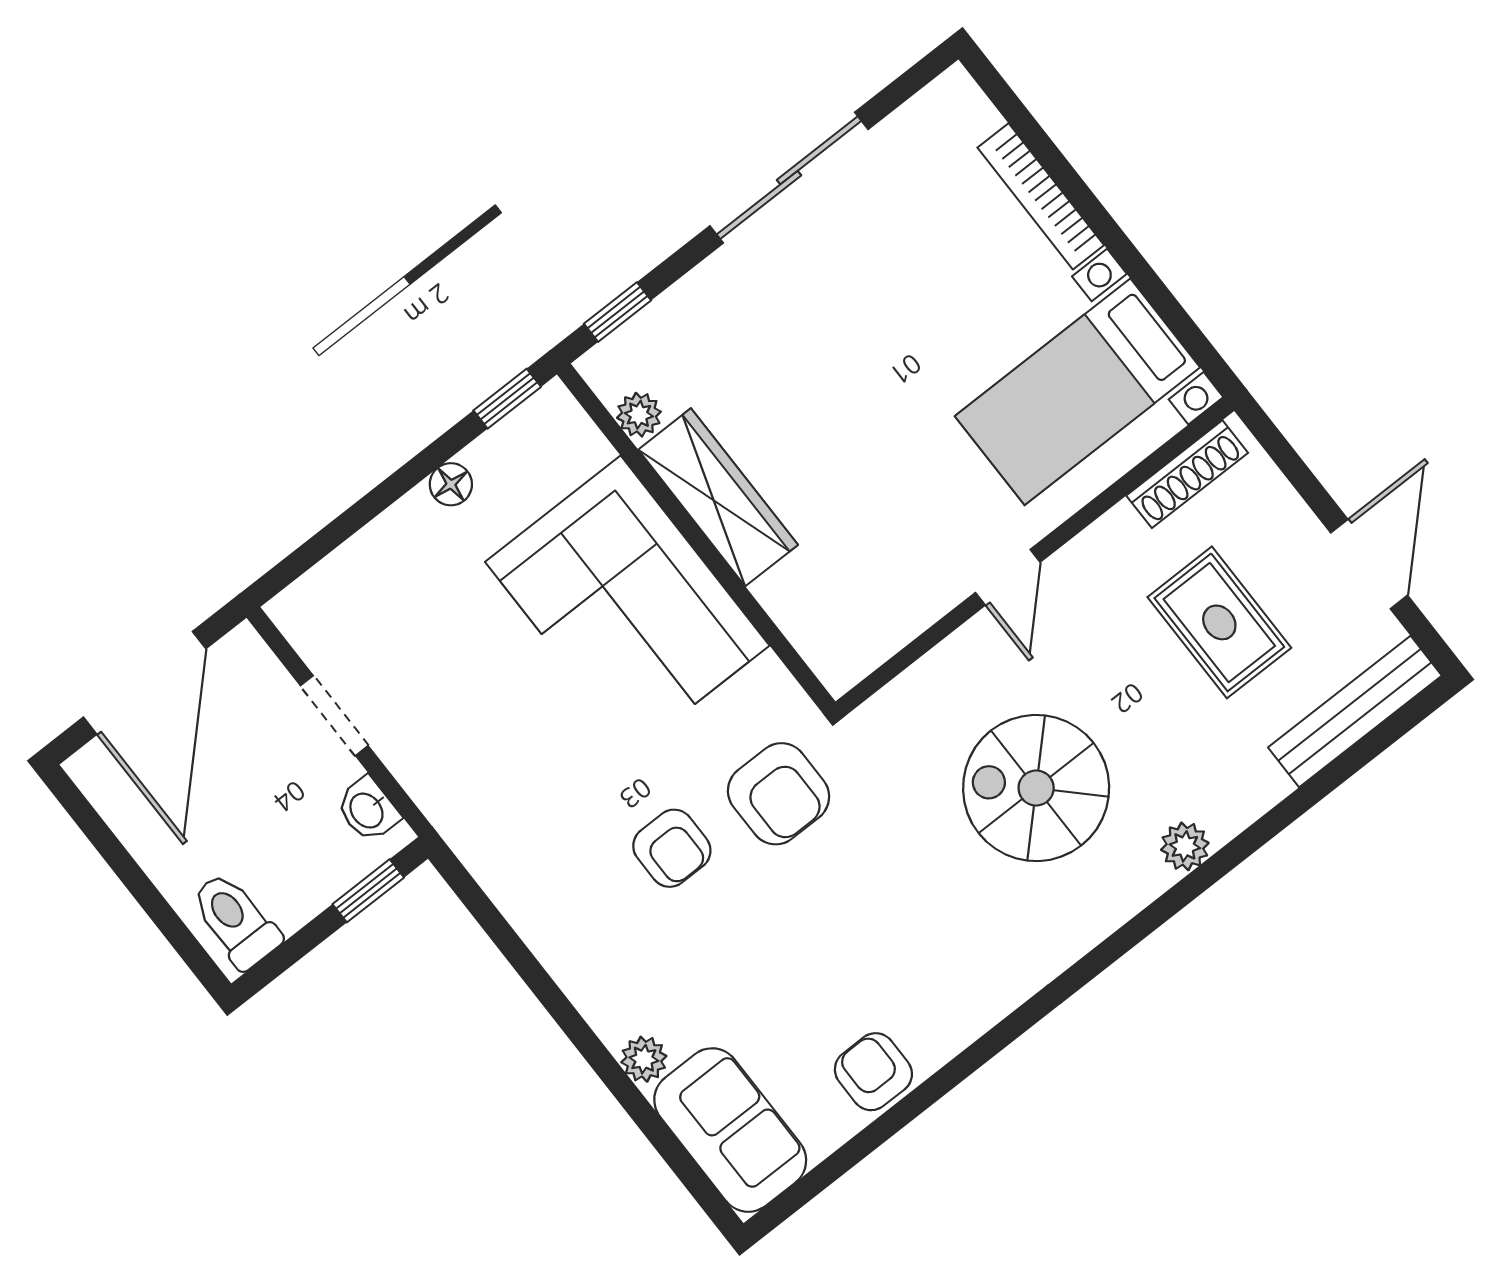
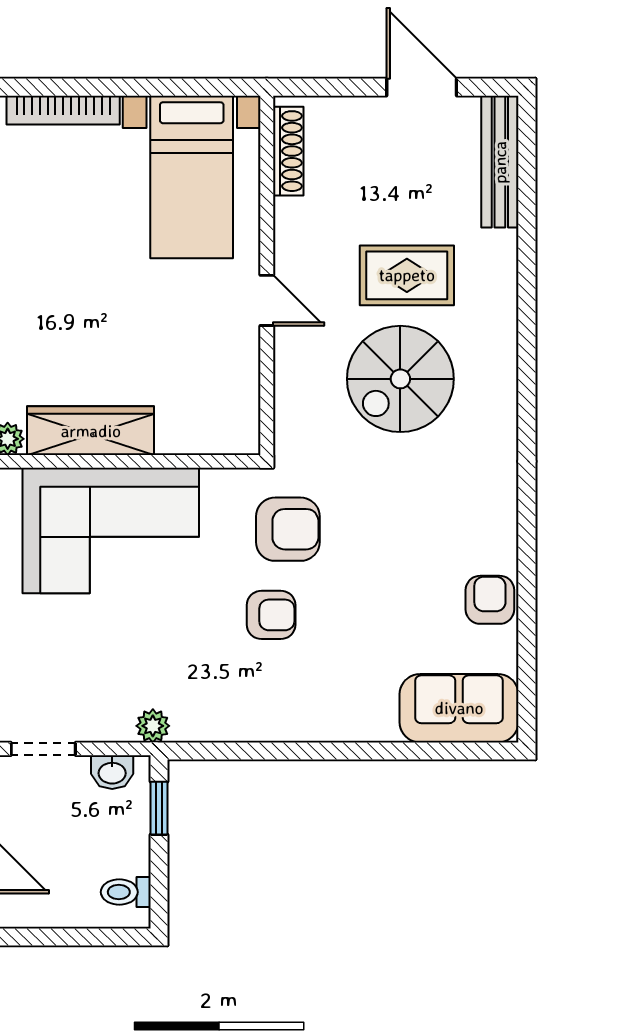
rug: (1219, 622) -> (407, 275), moved
plant: (1185, 846) -> (501, 320), removed
toilet: (235, 920) -> (126, 892), width x0.73, depth x0.72
plant: (644, 1059) -> (153, 726), moved
armchair: (873, 1072) -> (490, 600), turned 90

